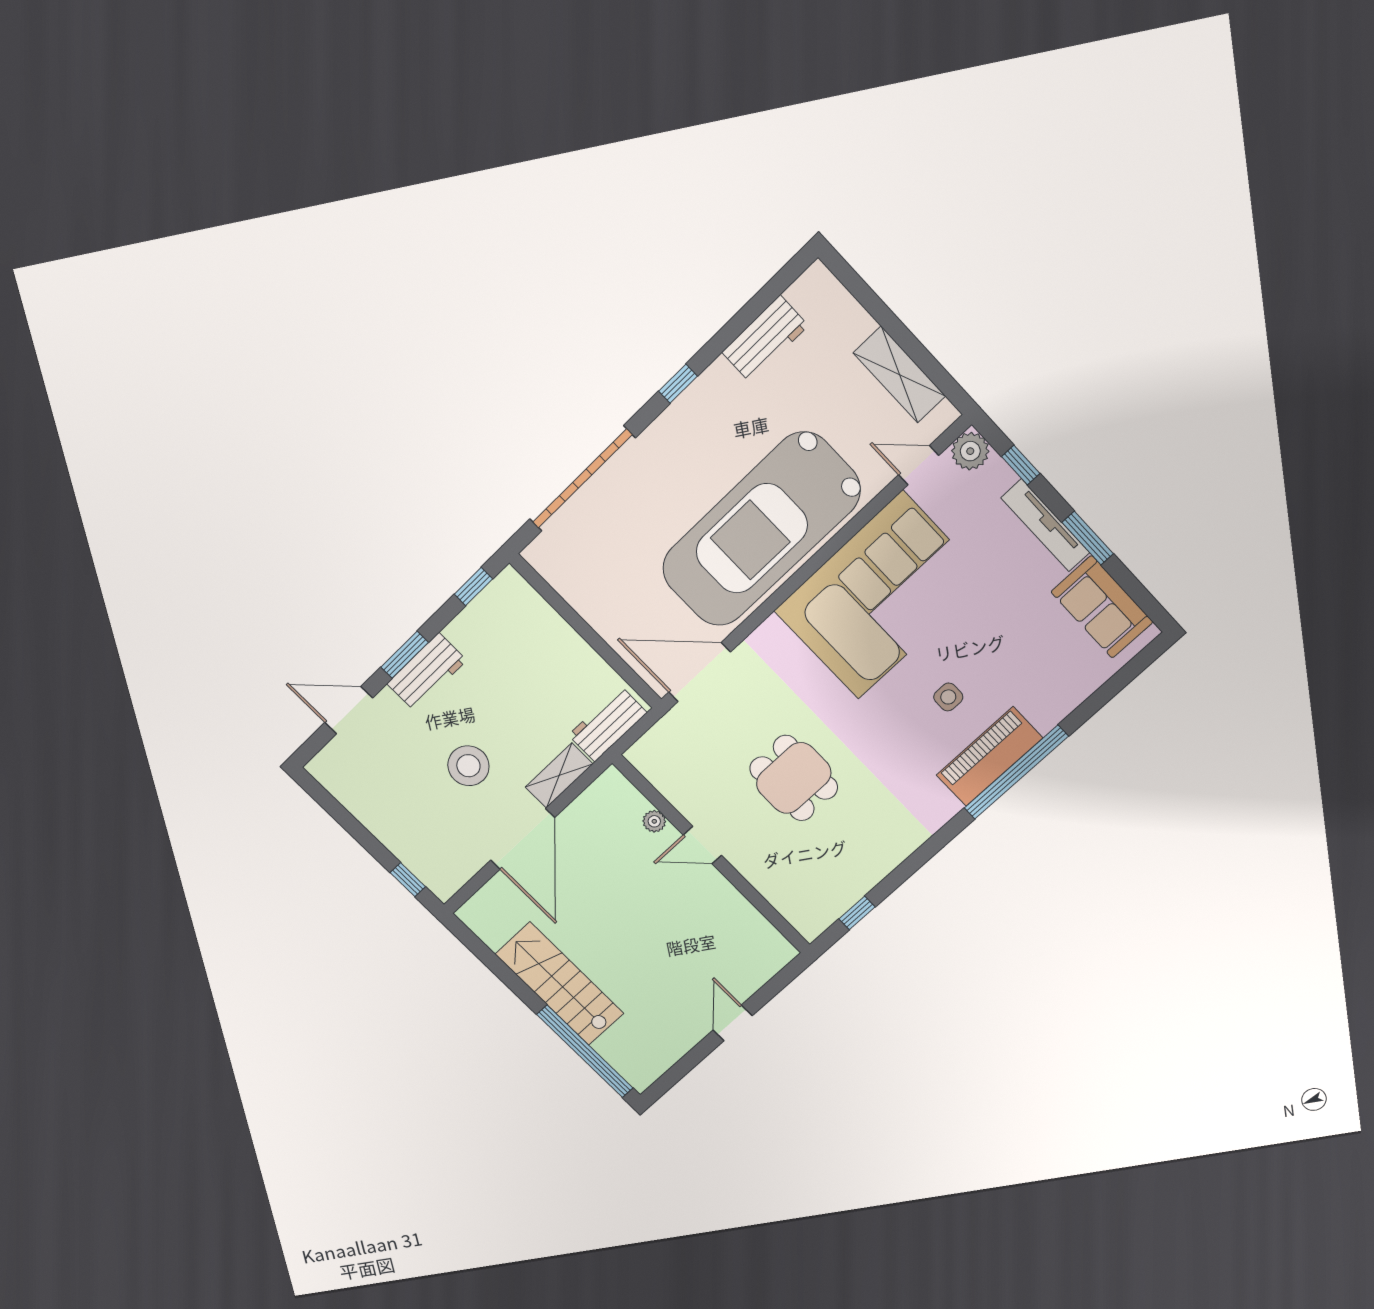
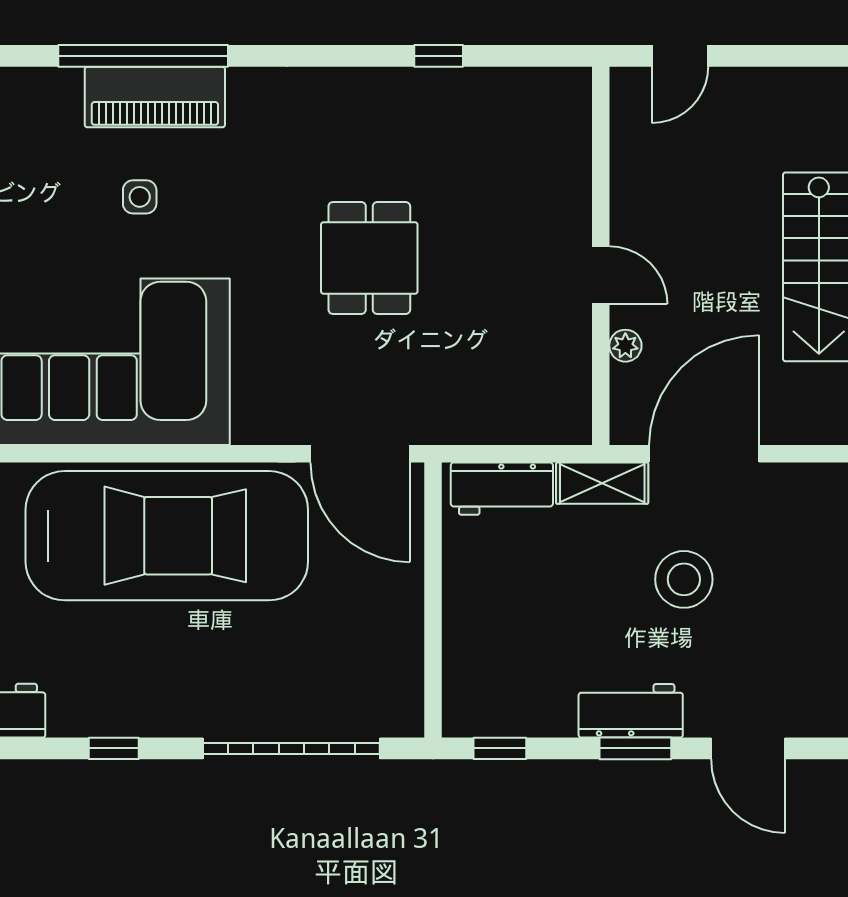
plant: (654, 821) -> (625, 346), moved
door: (702, 845) -> (601, 275), moved
wall: (712, 855) -> (601, 256), moved

